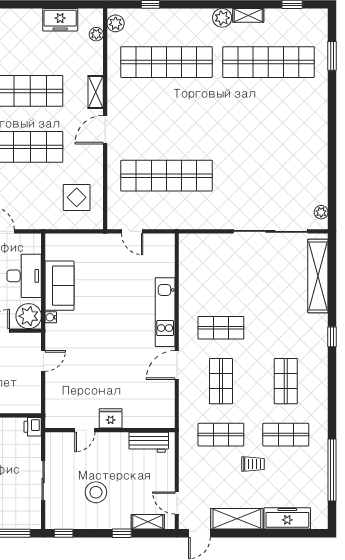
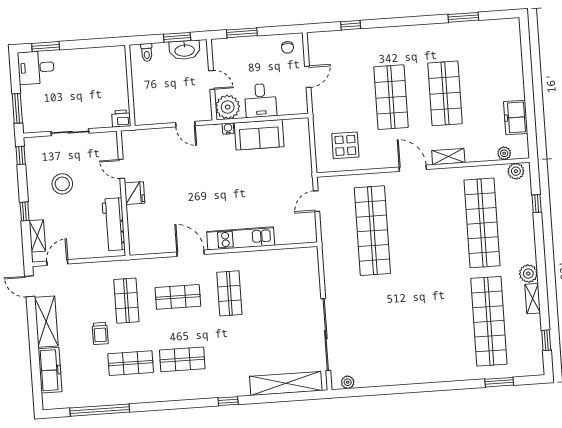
desk: (24, 276) -> (260, 100), width x0.73
shop shelf: (286, 435) -> (131, 363), turned 90
workbench: (149, 442) -> (114, 224), width x1.37

